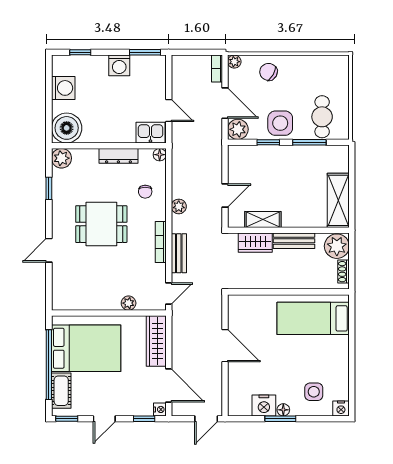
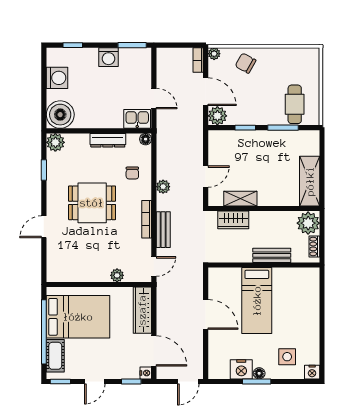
side table: (280, 123) -> (256, 110), removed
bench: (294, 241) -> (272, 255), moved
bed: (313, 318) -> (257, 301), moved, turned -90

